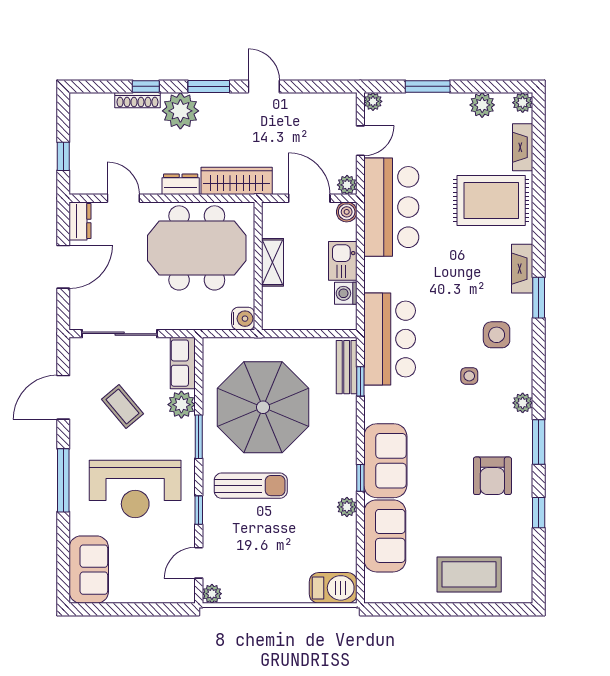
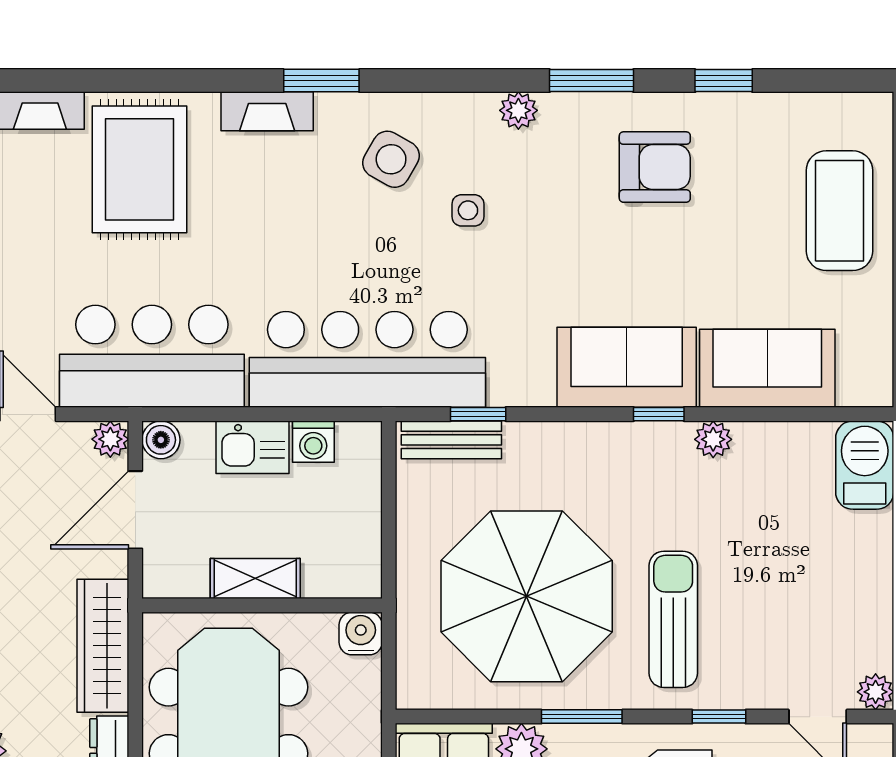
side table: (497, 335) -> (391, 159), turned 30
bar counter: (390, 339) -> (367, 359), width x1.36

